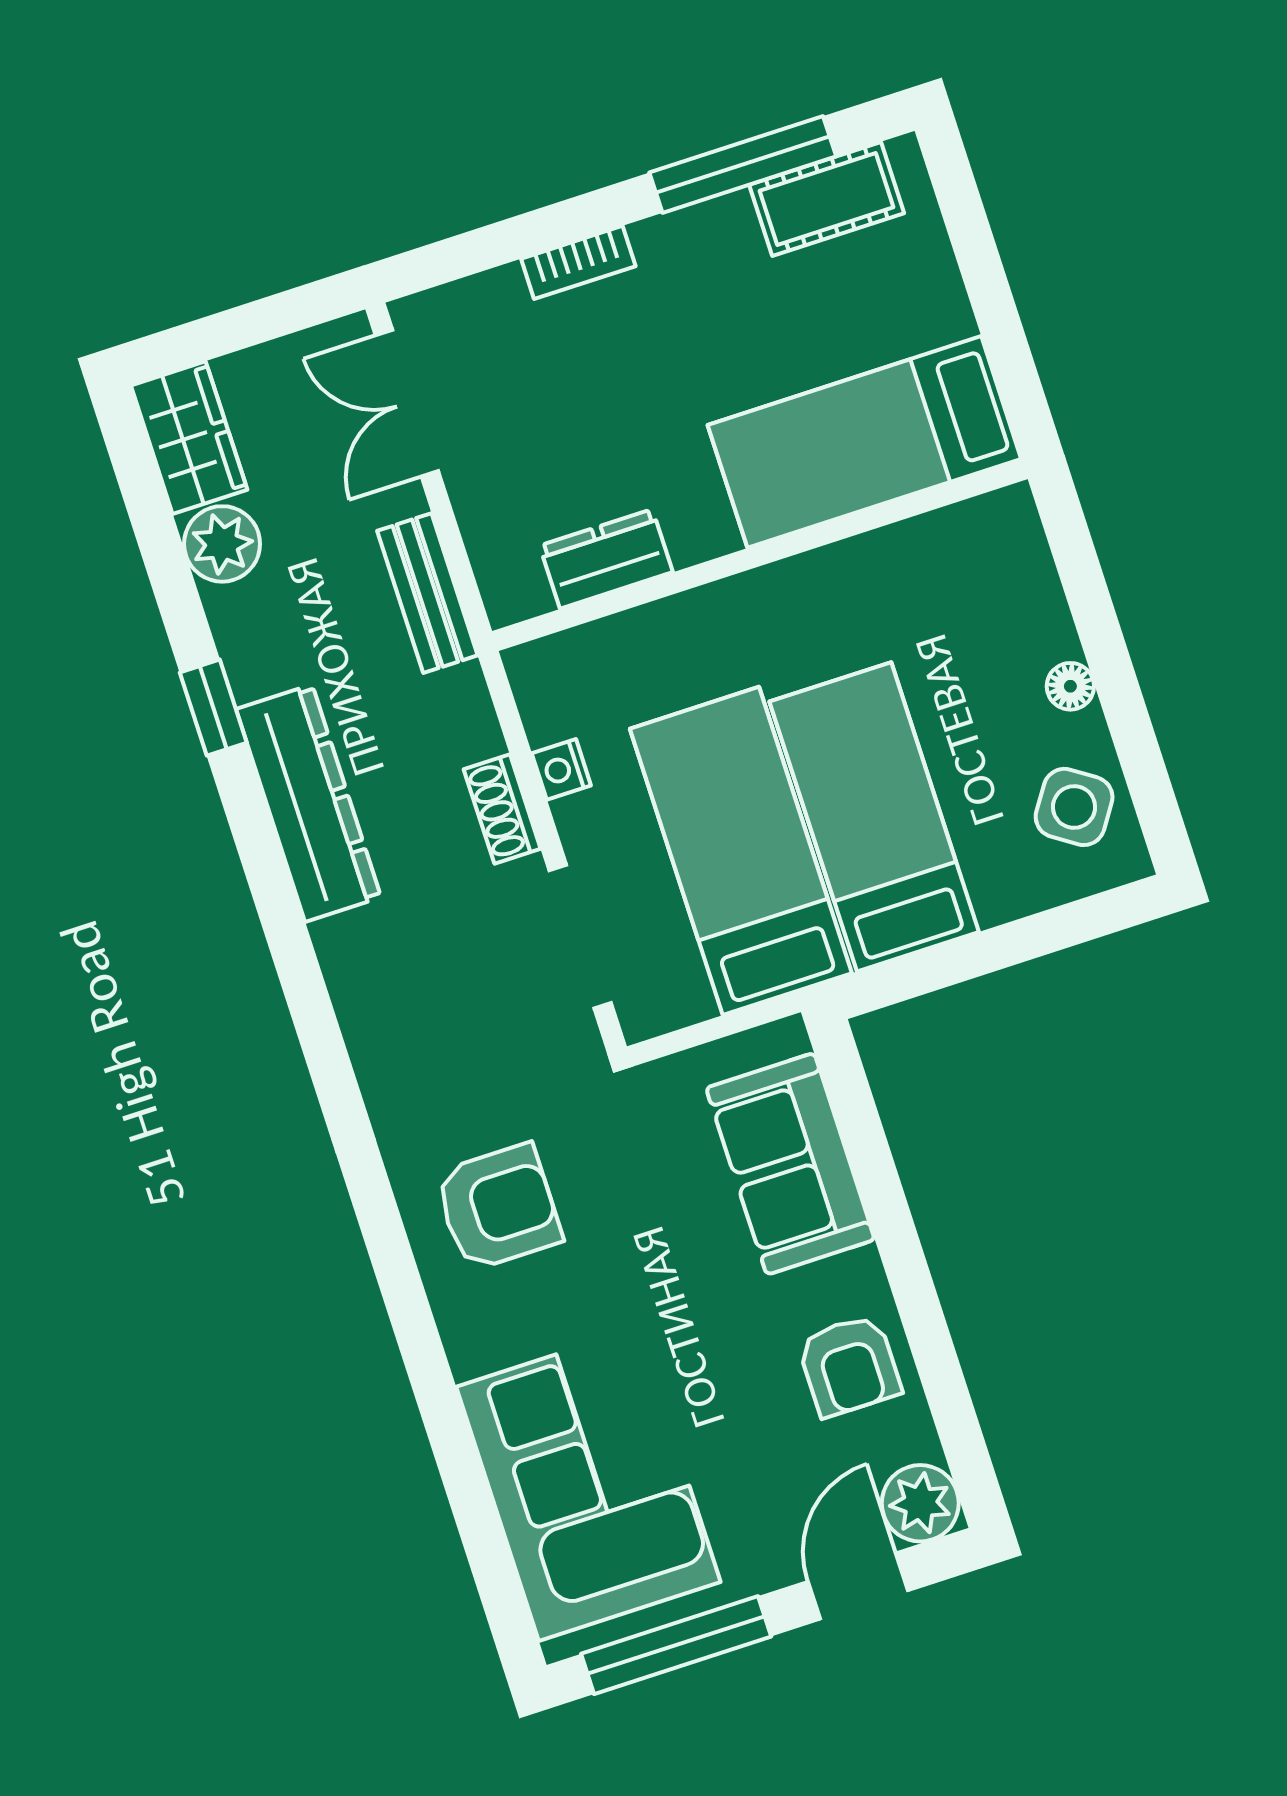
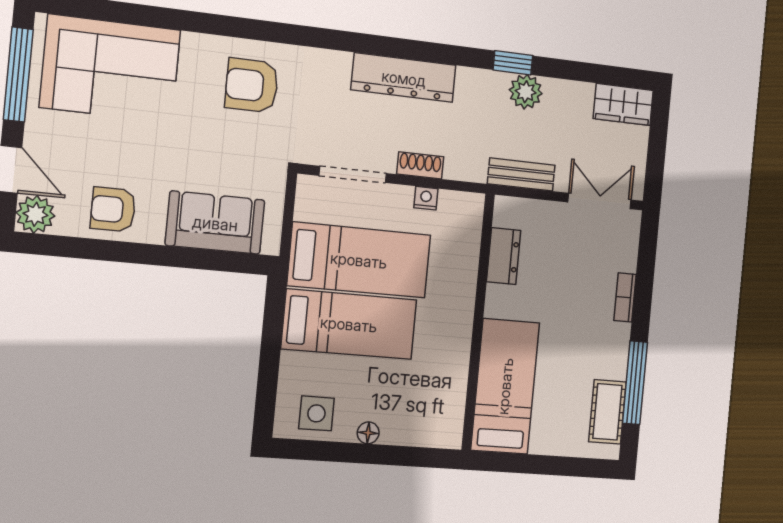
plant: (222, 544) -> (526, 92), moved
dresser: (309, 803) -> (404, 78), moved
side table: (1074, 807) -> (316, 413), turned -34
armchair: (498, 1207) -> (252, 85), turned 90

